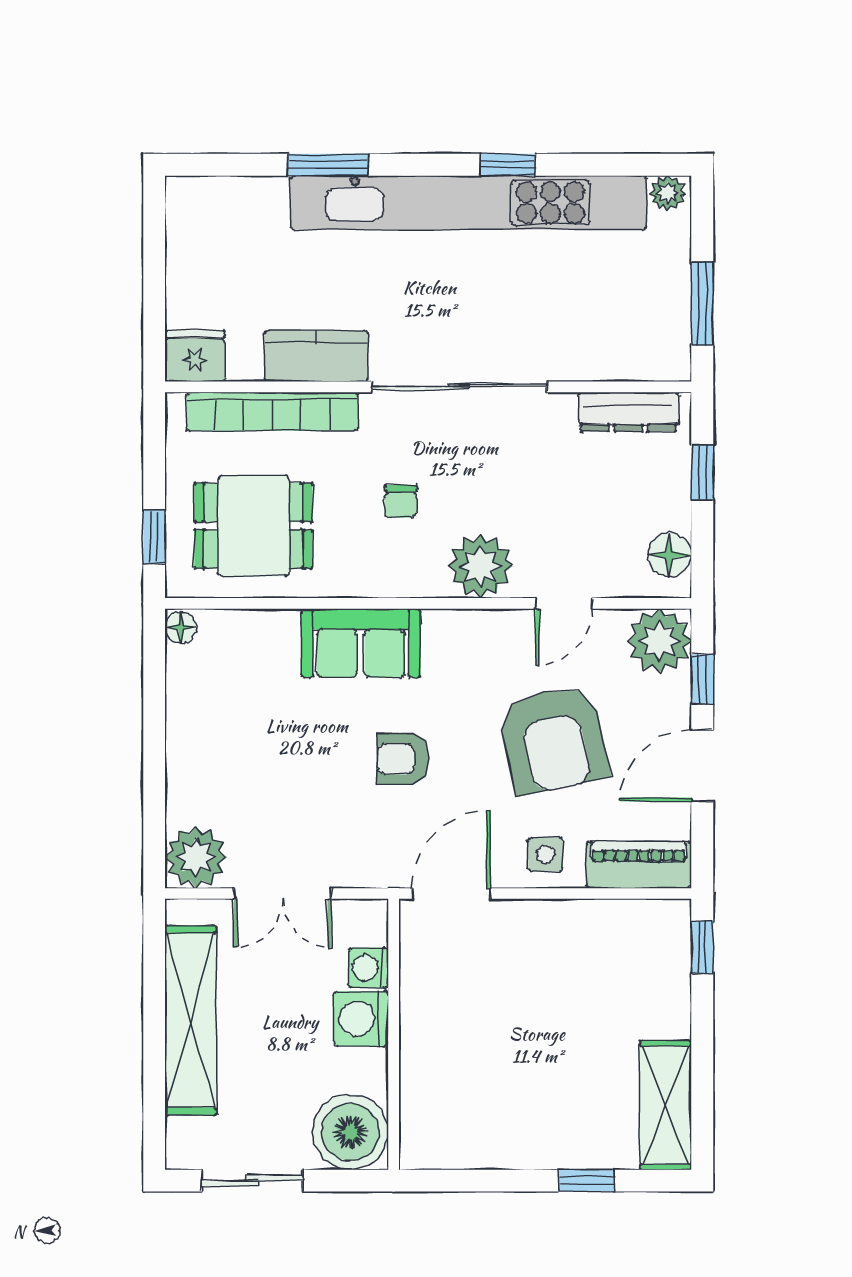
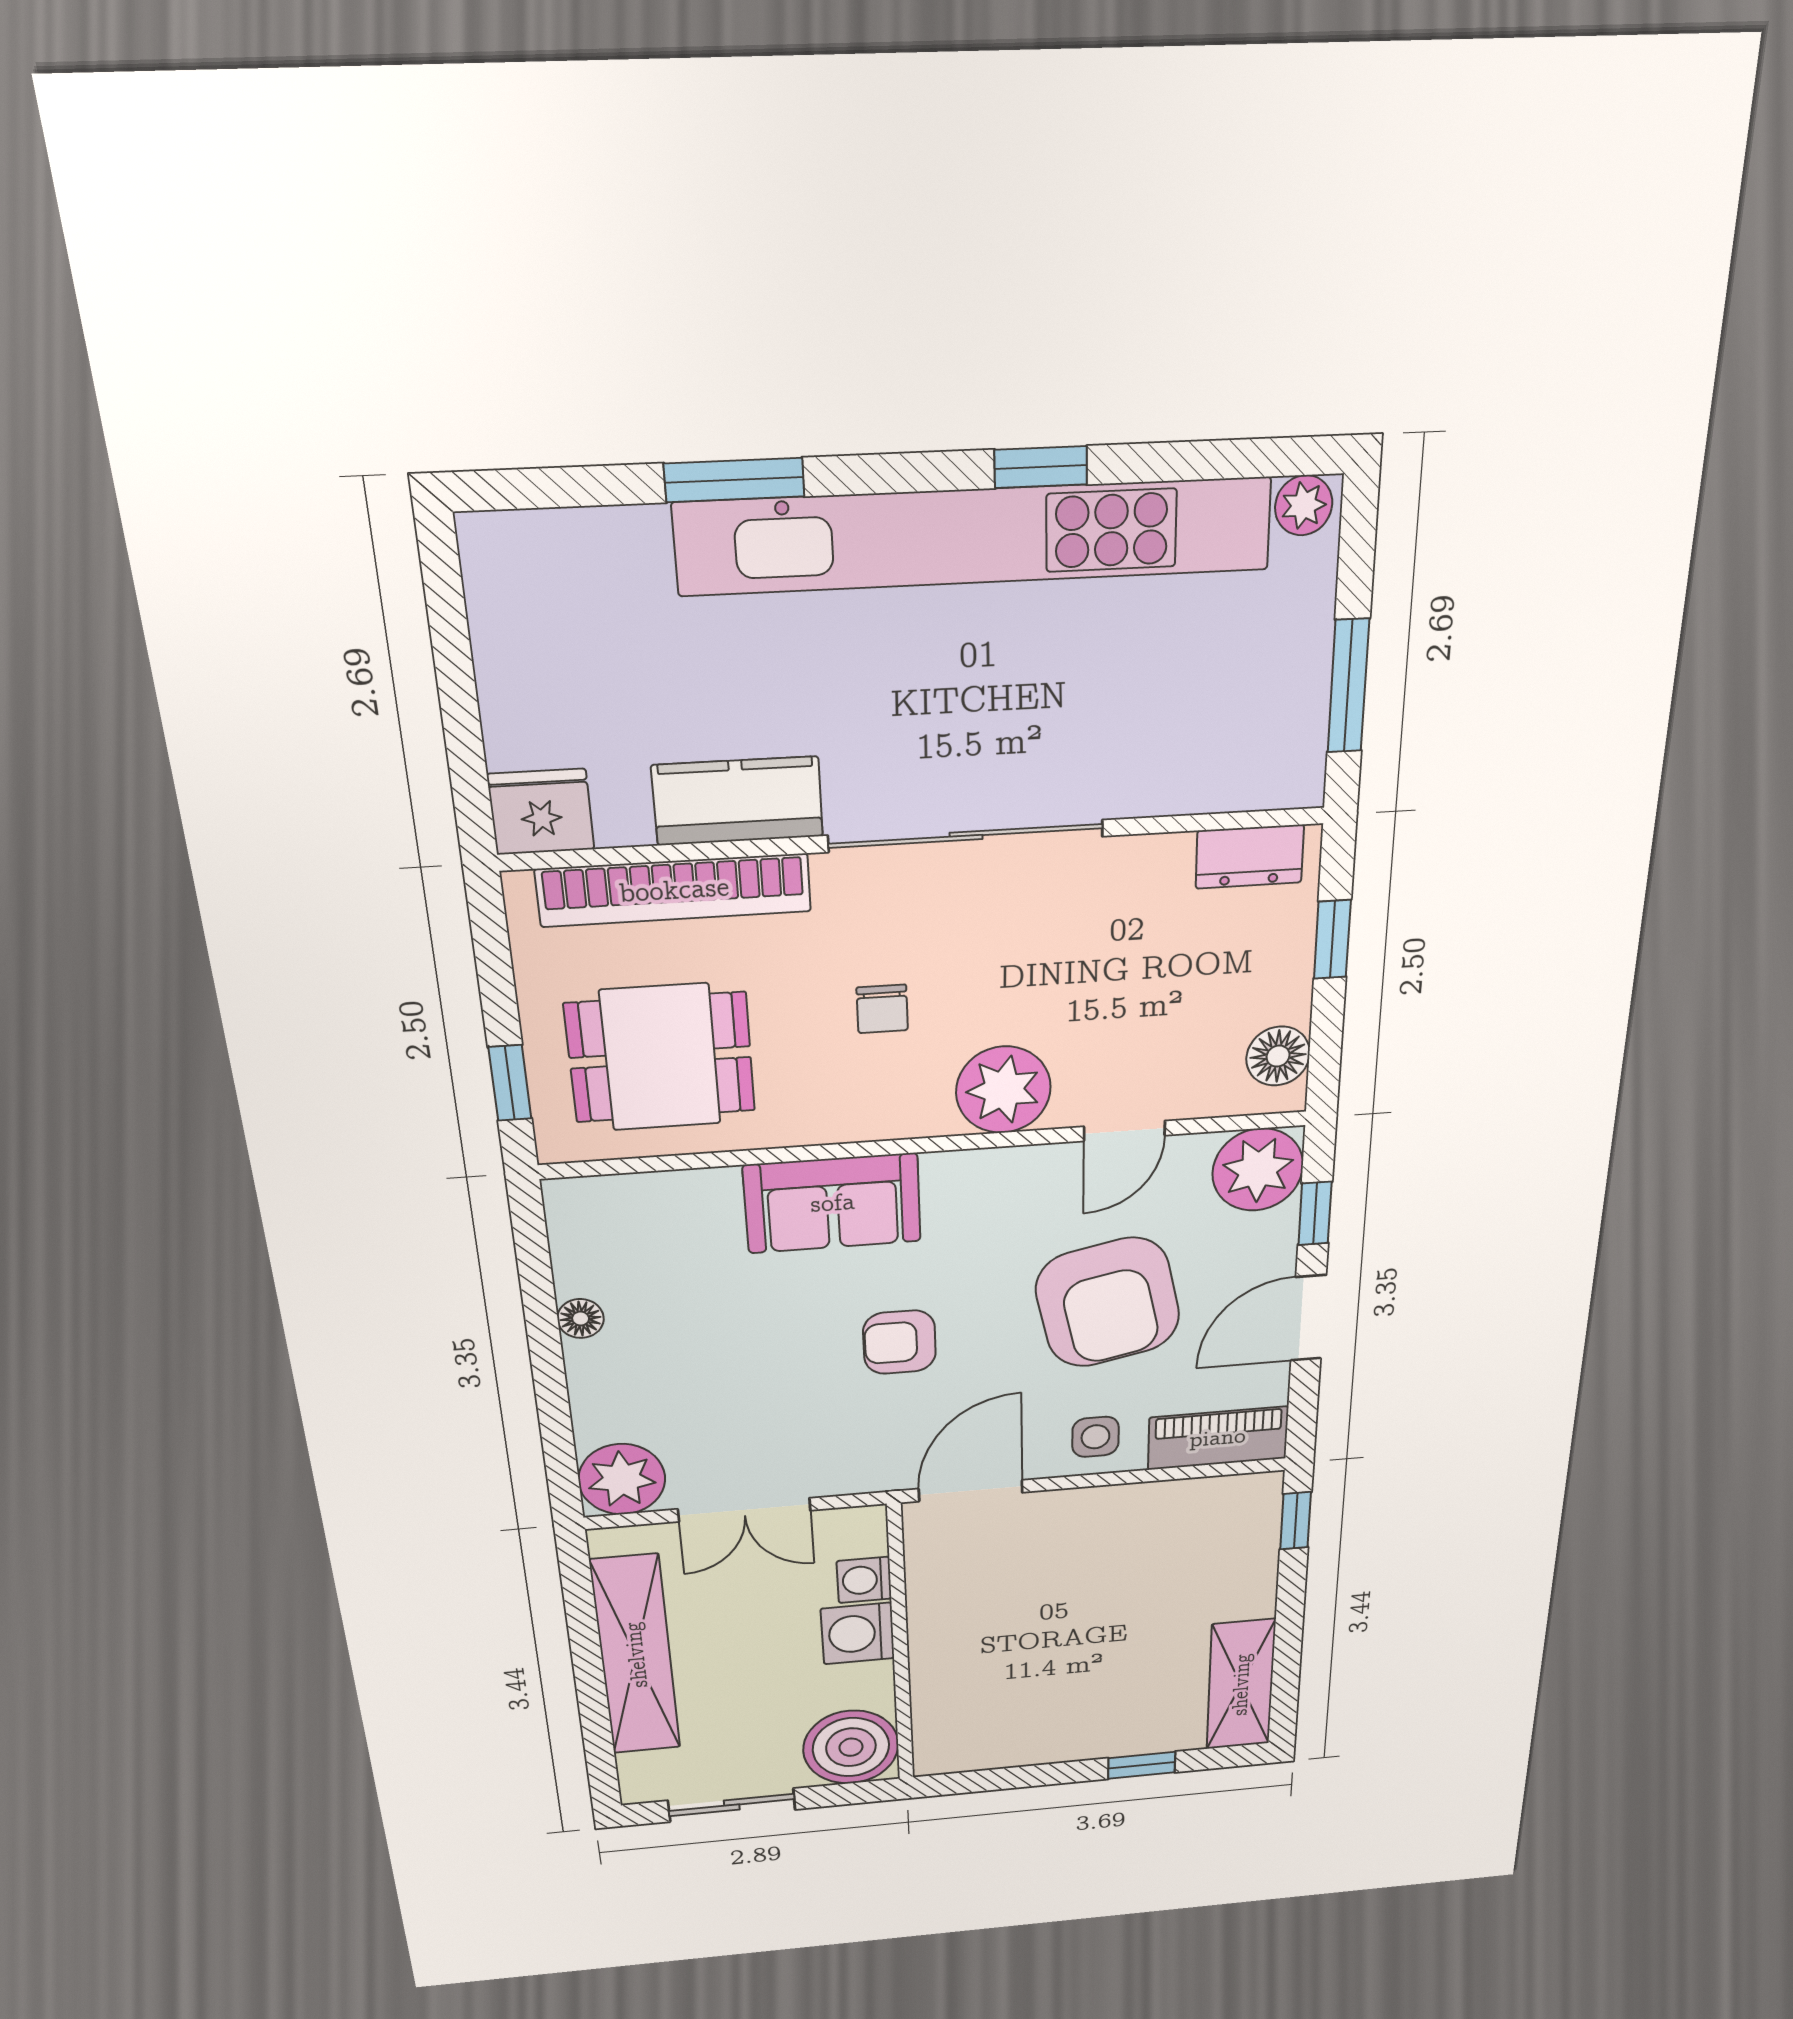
dresser: (628, 412) -> (1250, 857), width x0.70
floor lamp: (181, 627) -> (581, 1319), moved

